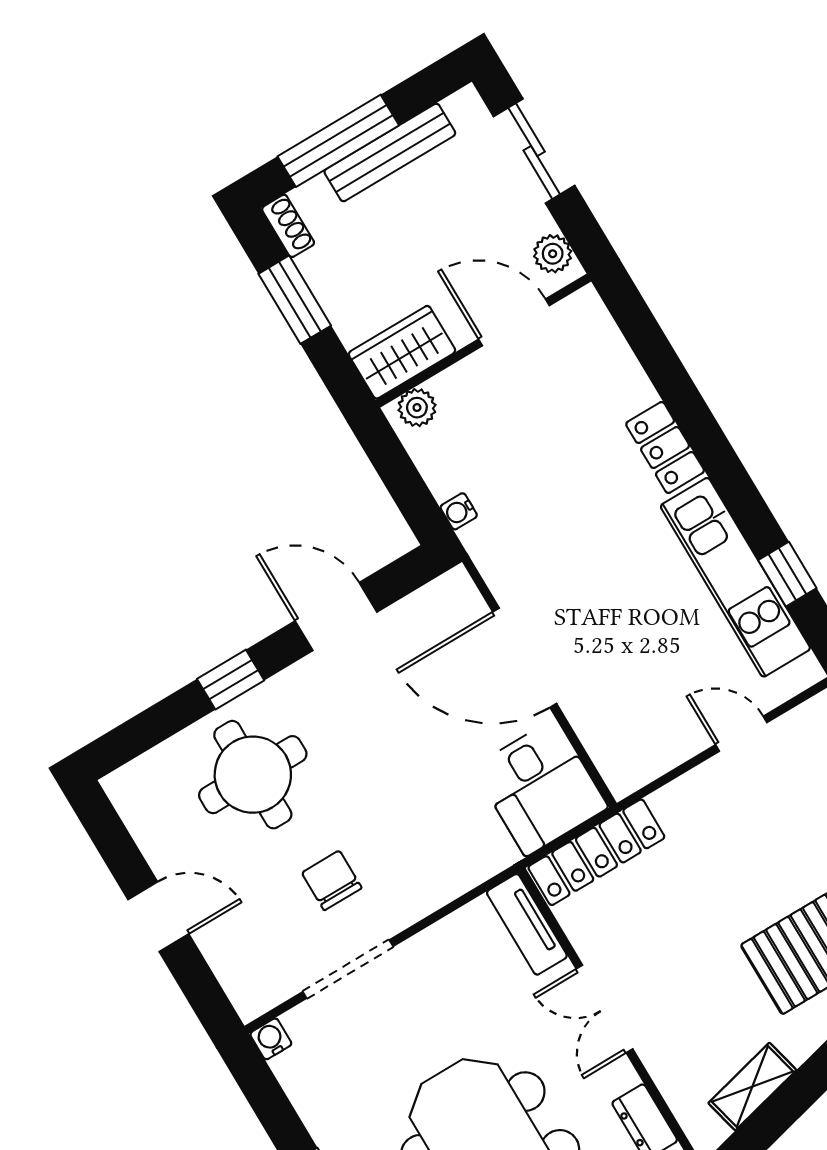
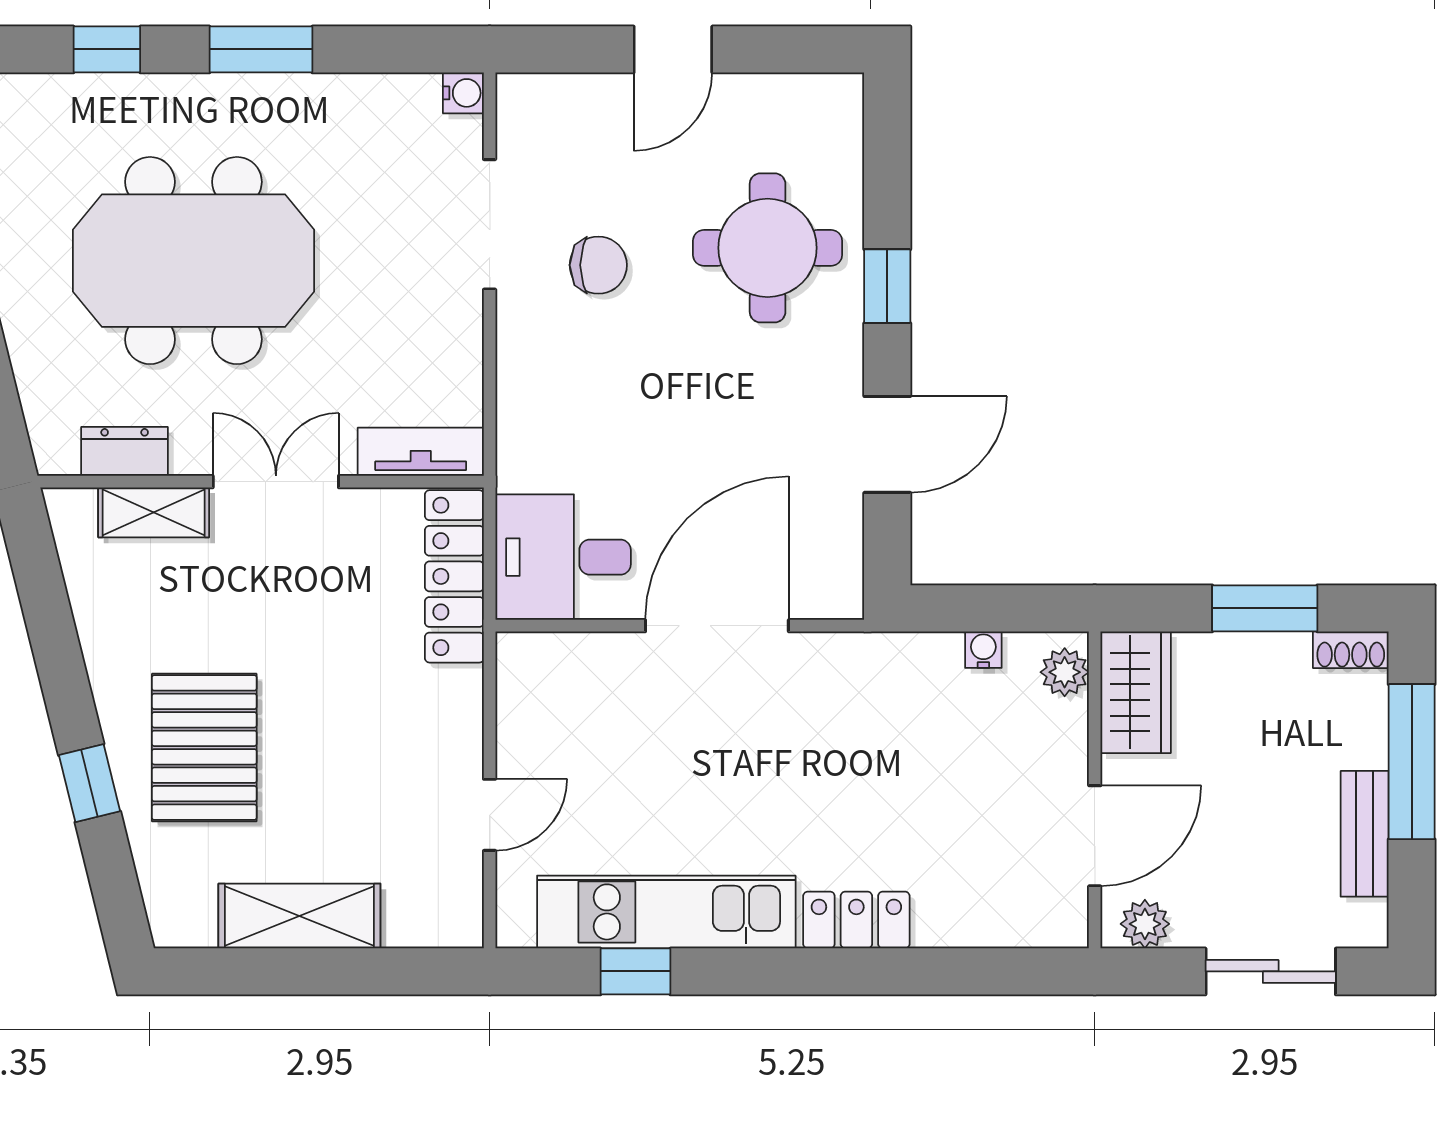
bench: (390, 152) -> (1365, 834), width x0.73
water cooler: (459, 511) -> (983, 650), moved
shelving: (752, 1087) -> (154, 512), moved, turned -76

